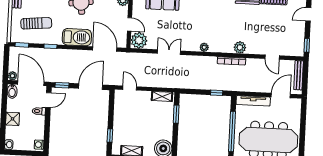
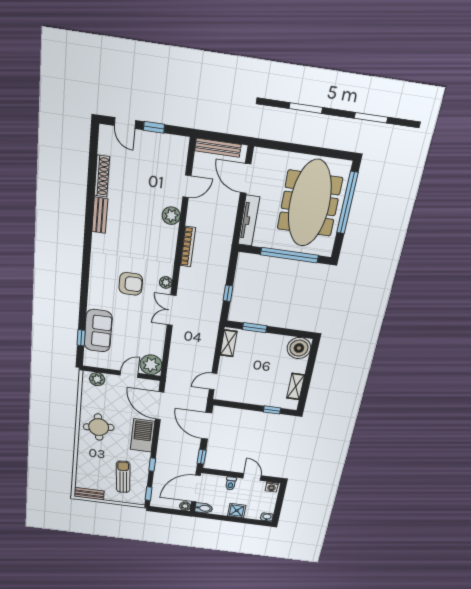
armchair: (201, 23) -> (131, 284), added
window: (307, 45) -> (154, 127), moved
plant: (240, 47) -> (171, 216), moved
door: (105, 49) -> (160, 406), hinge flipped
double door: (169, 52) -> (171, 310), moved
window: (217, 93) -> (228, 293), moved
door: (48, 100) -> (252, 477), moved

